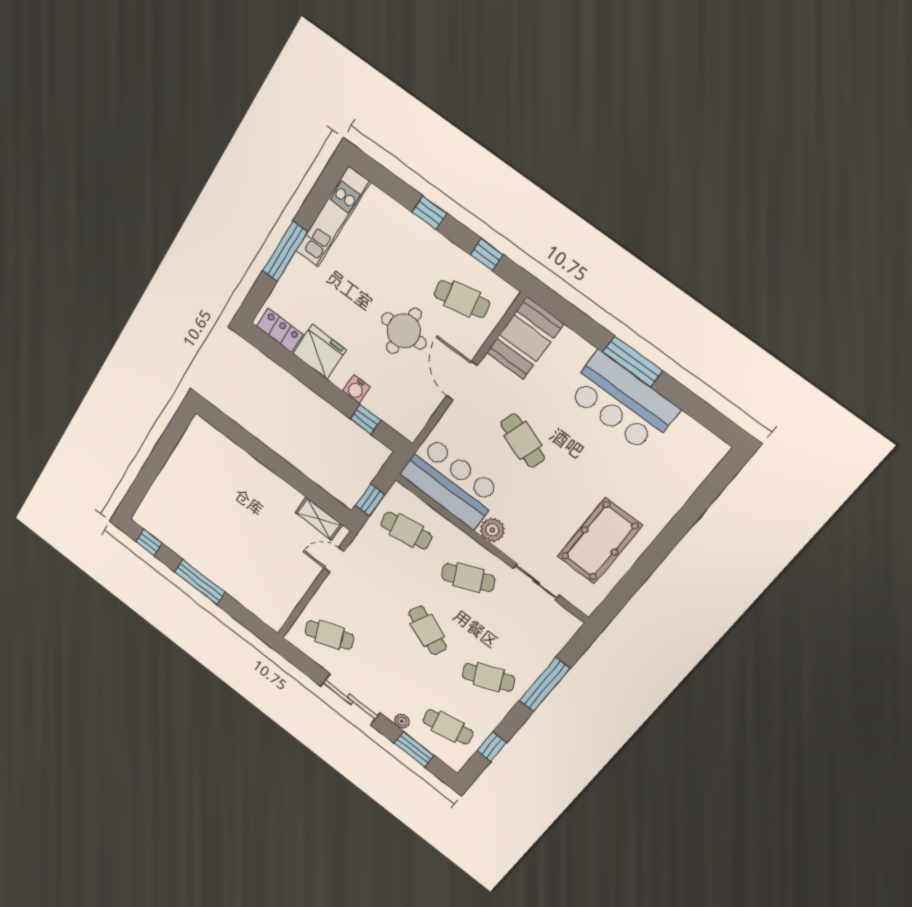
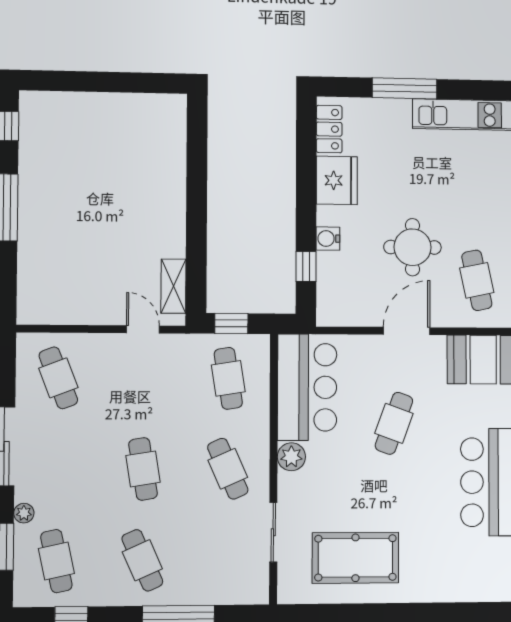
cafe table: (427, 630) -> (143, 469), turned -33

